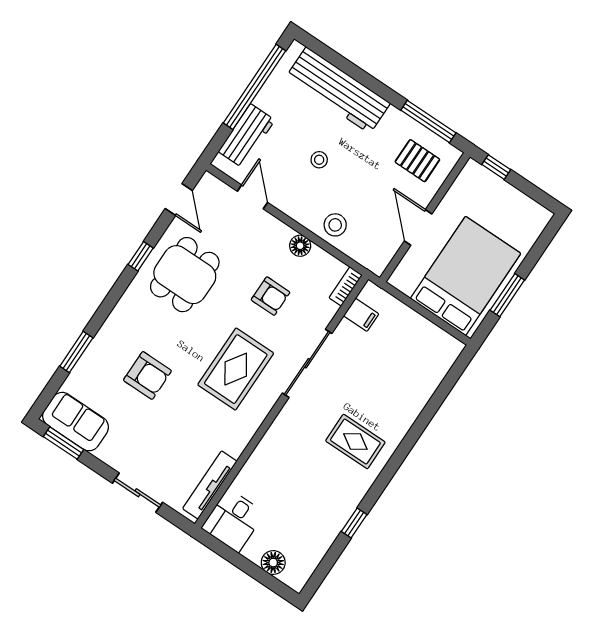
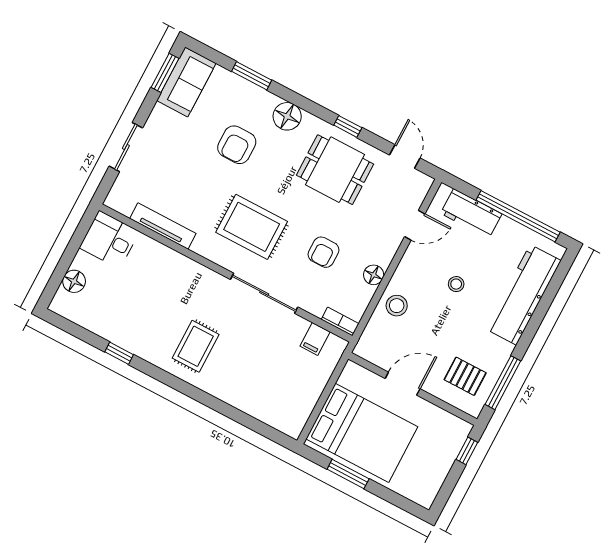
pallet: (417, 161) -> (465, 376), turned 90
door: (179, 200) -> (405, 156), swing flipped
floor lamp: (123, 319) -> (287, 116), added
tv unit: (210, 485) -> (163, 226), moved

